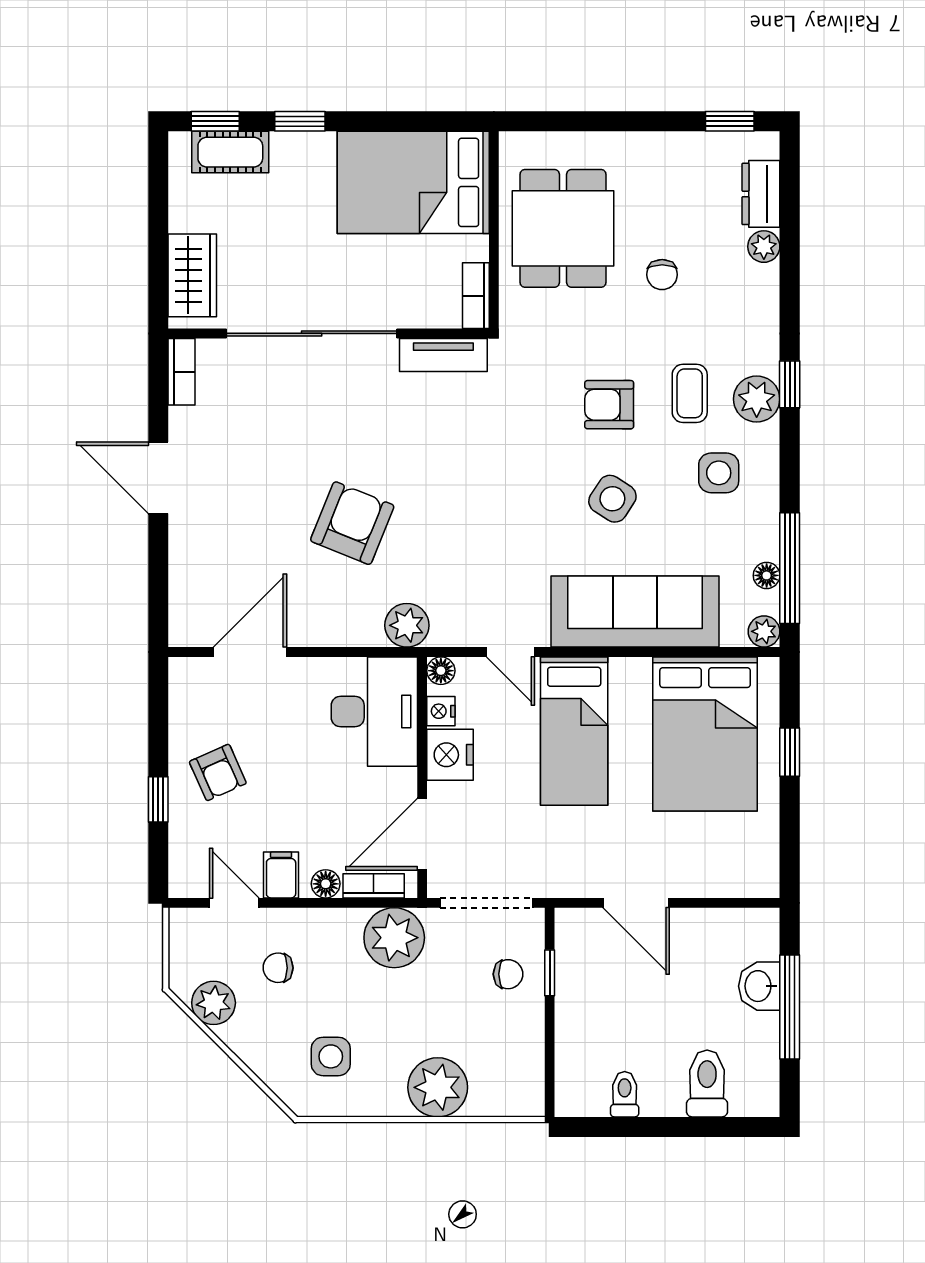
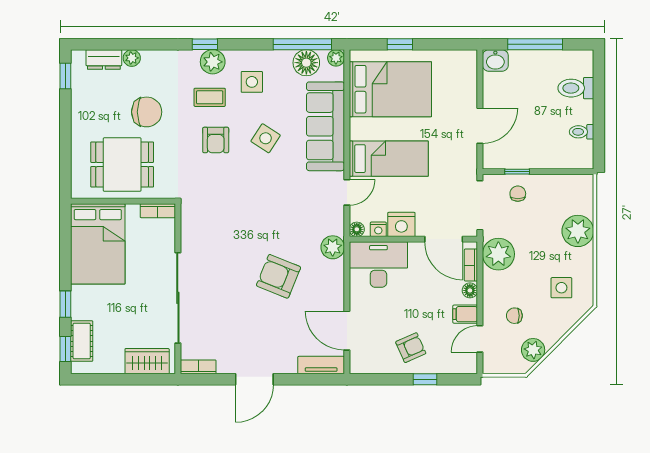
chair: (662, 275) -> (147, 112), width x1.87, depth x1.87
tv unit: (443, 355) -> (321, 365), moved, turned -90
floor lamp: (767, 575) -> (306, 63), width x1.89, depth x1.89
chair: (278, 968) -> (514, 316), turned 89
washbasin: (759, 986) -> (495, 60), moved

